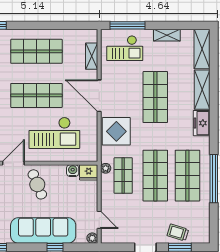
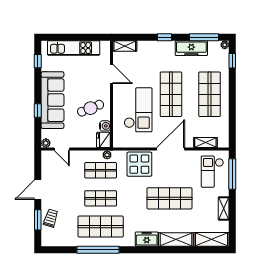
checkout: (54, 133) -> (138, 110), turned 180
shop shelf: (155, 176) -> (101, 198), width x0.70, depth x0.74
cafe table: (37, 184) -> (91, 108), moved
door: (99, 220) -> (62, 149), hinge flipped

